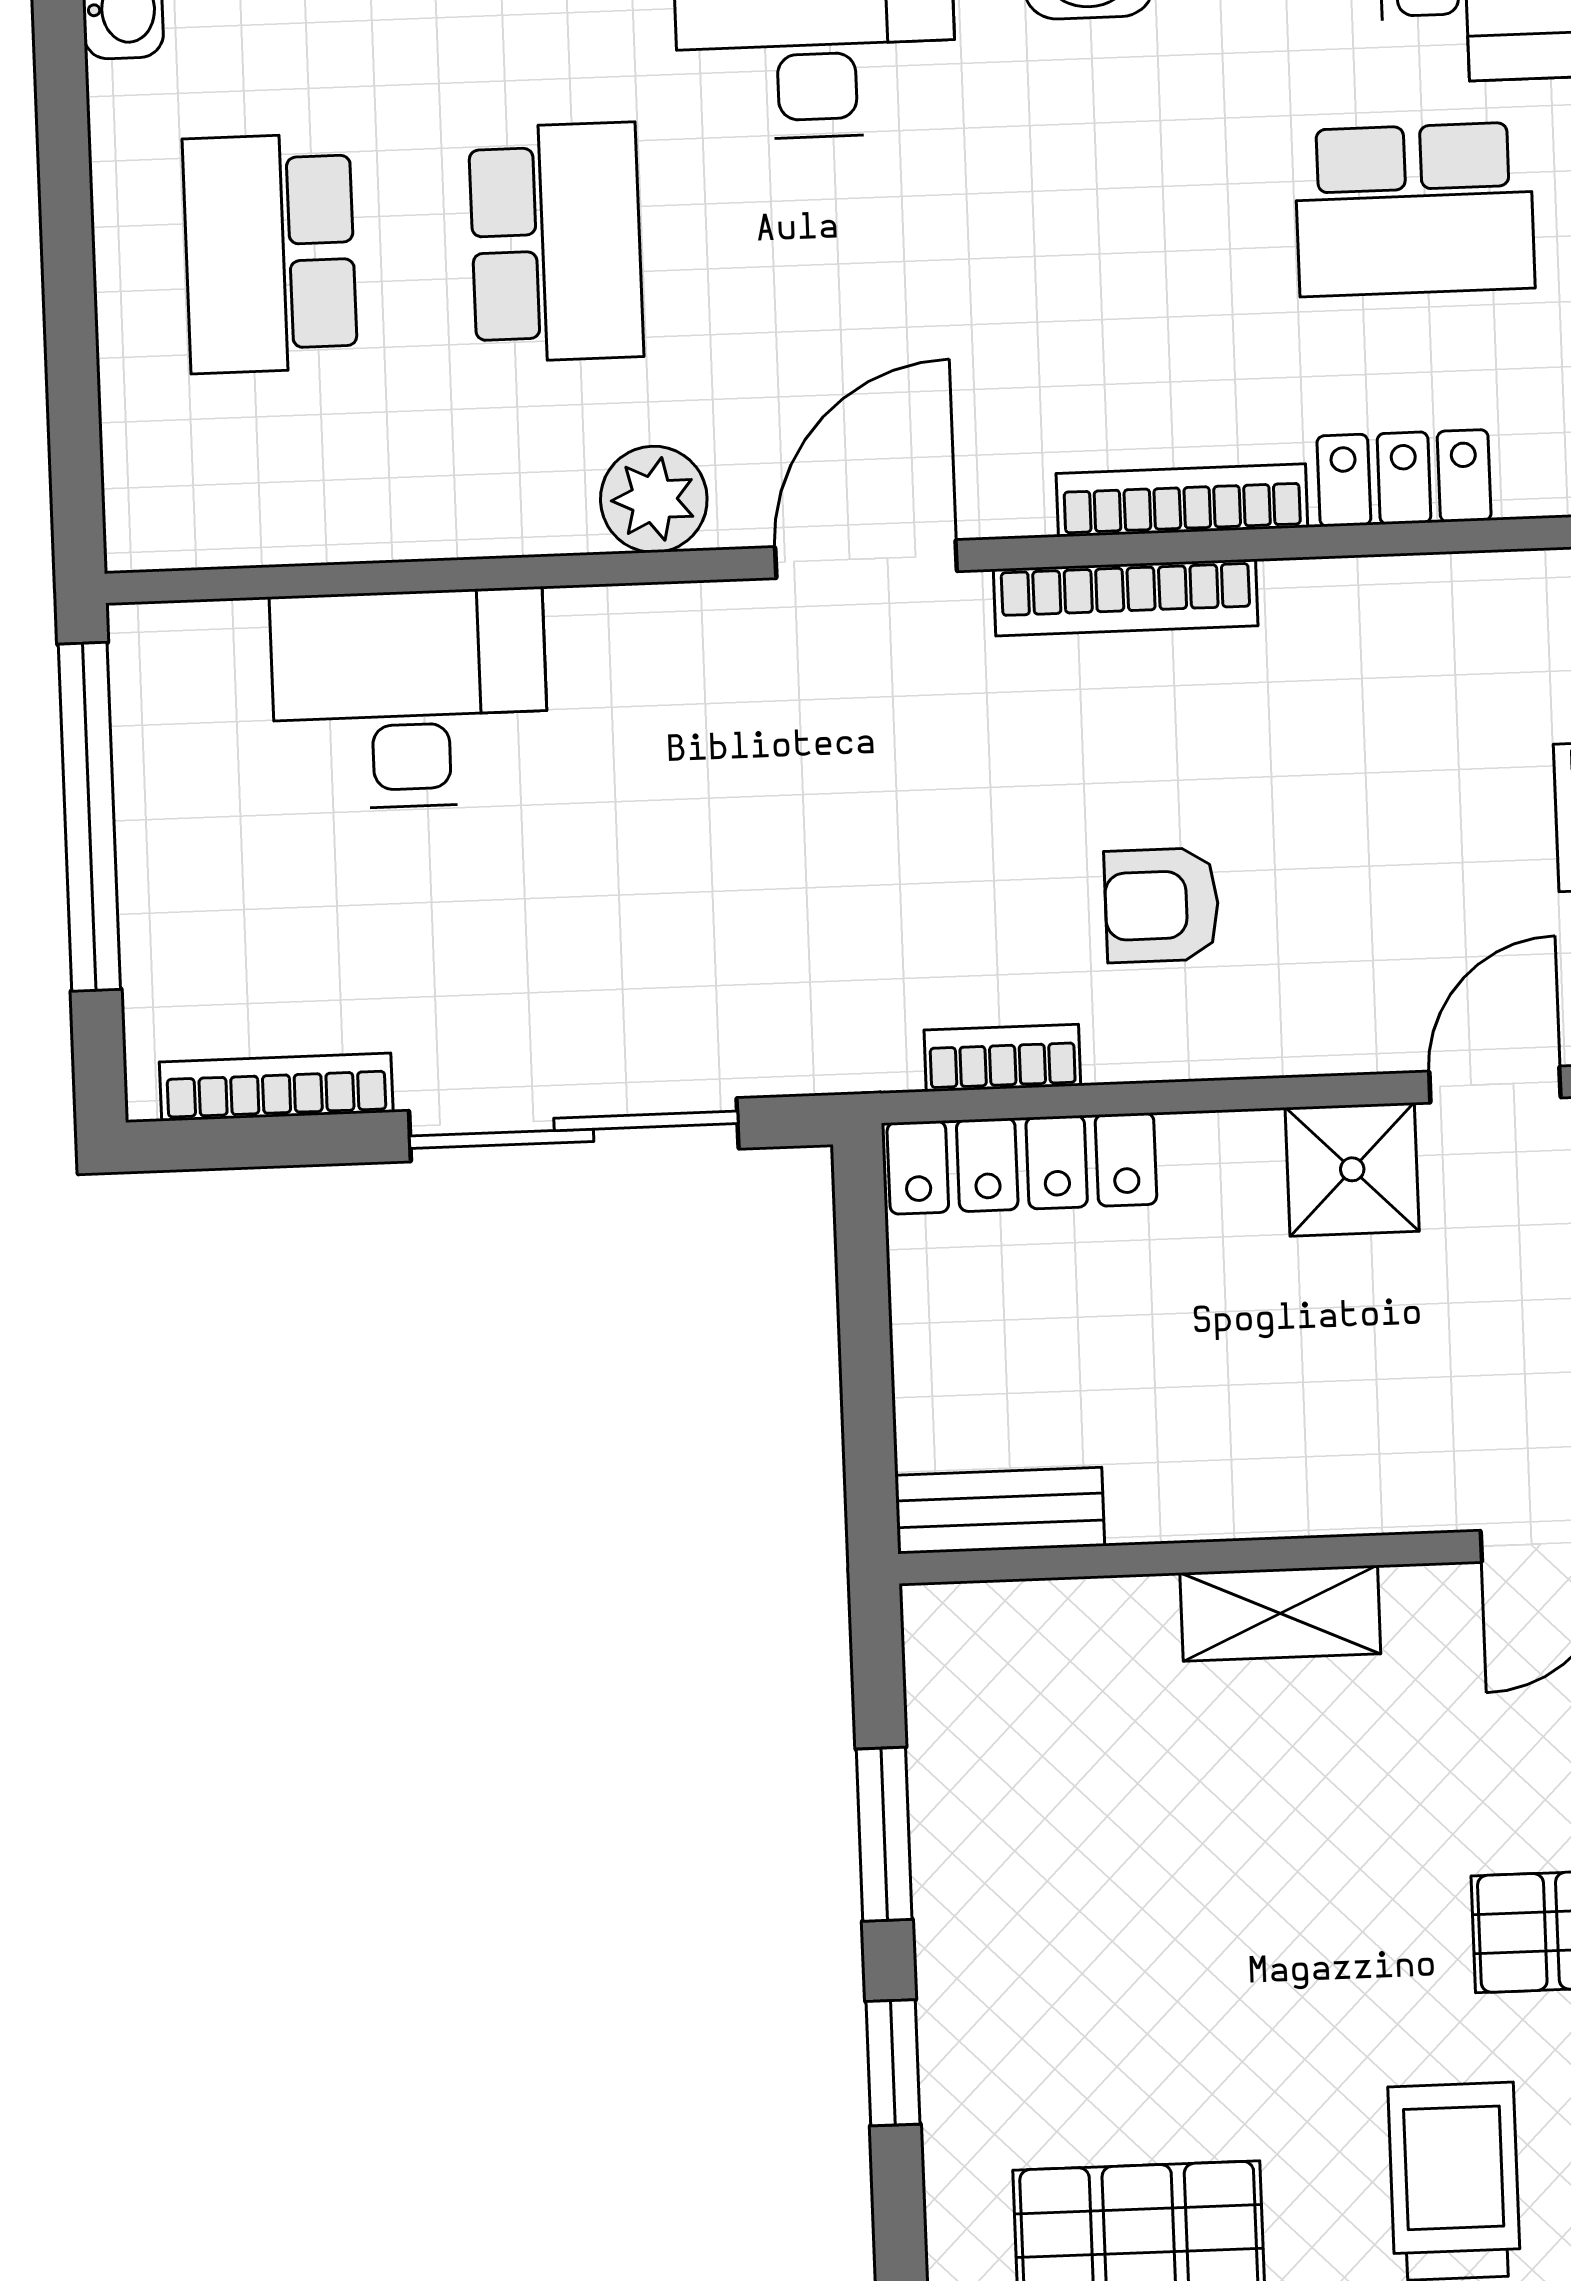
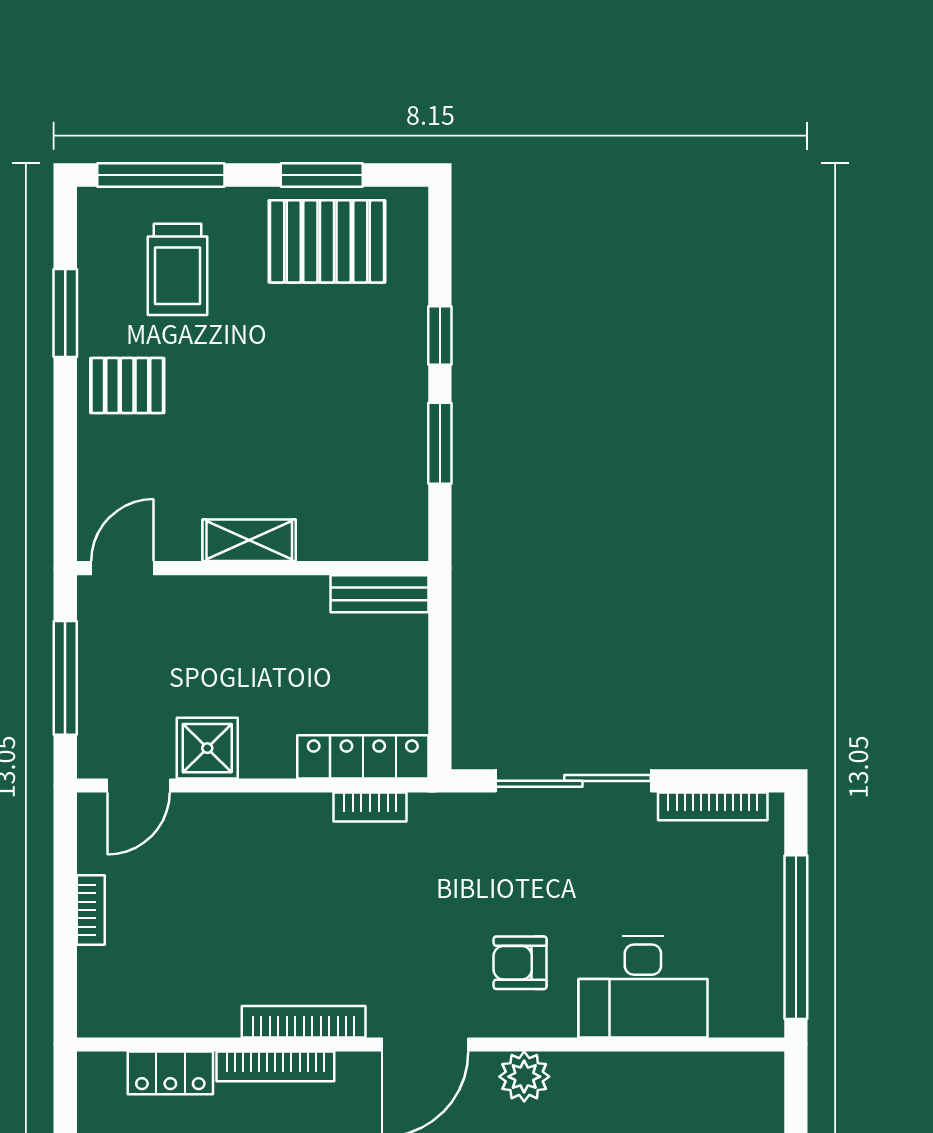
armchair: (1162, 905) -> (520, 963), moved, turned 180

